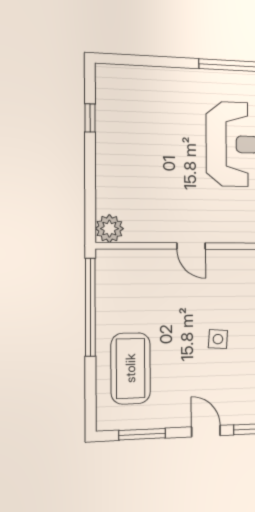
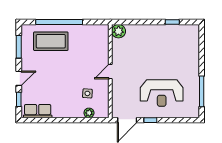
window: (90, 307) -> (59, 22), moved
side table: (218, 339) -> (87, 93), moved

